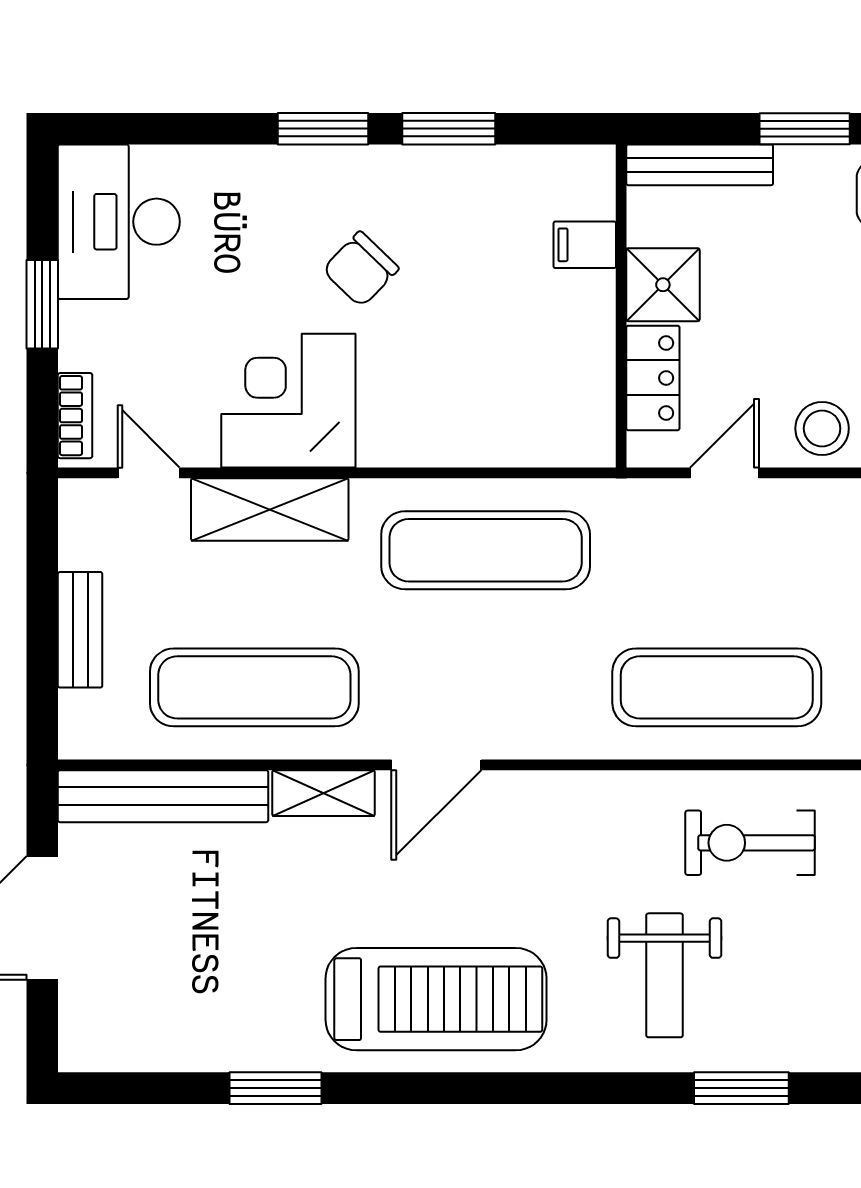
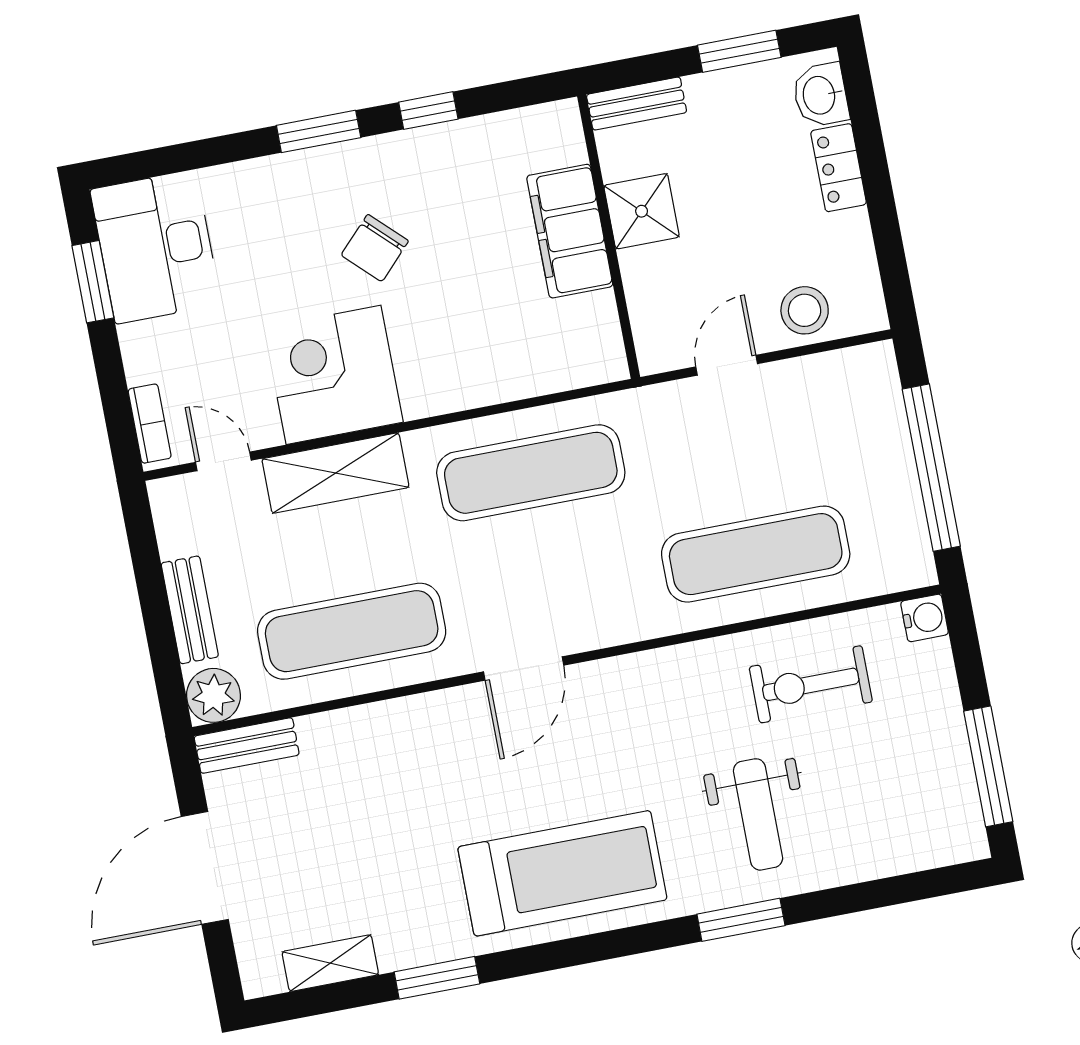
window: (449, 129) -> (428, 111), width x0.67
bench: (700, 165) -> (637, 104), width x0.73
filing cabinet: (585, 245) -> (570, 231), width x3.00, depth x1.17
window: (42, 304) -> (93, 282), moved
locker: (653, 378) -> (648, 294), removed
plant: (88, 729) -> (213, 695), added
shelving: (324, 793) -> (330, 963), moved
bench: (163, 796) -> (247, 746), width x0.54, depth x0.82
window: (741, 1088) -> (741, 920), moved

